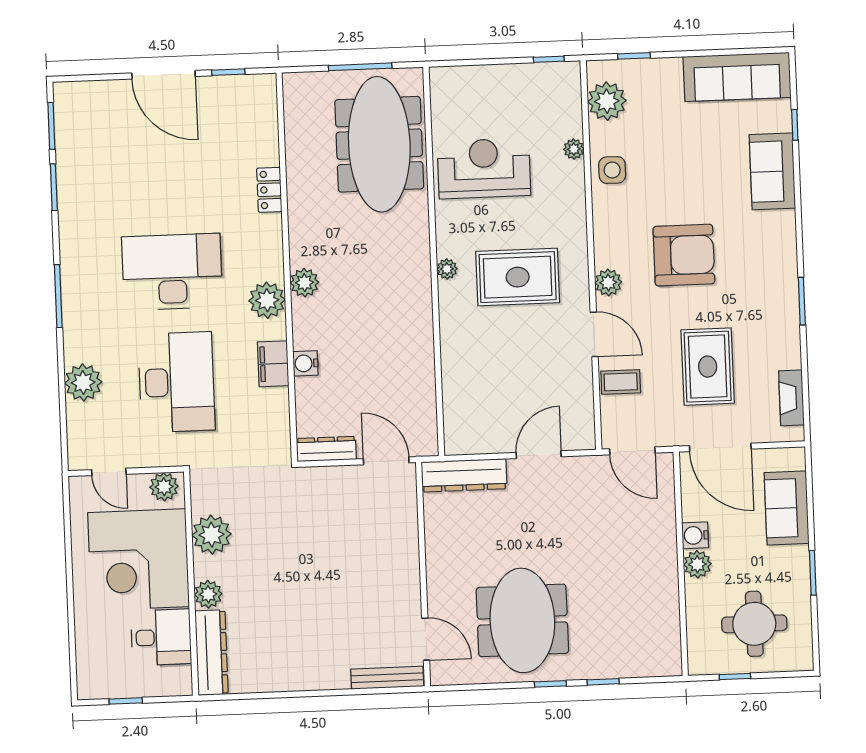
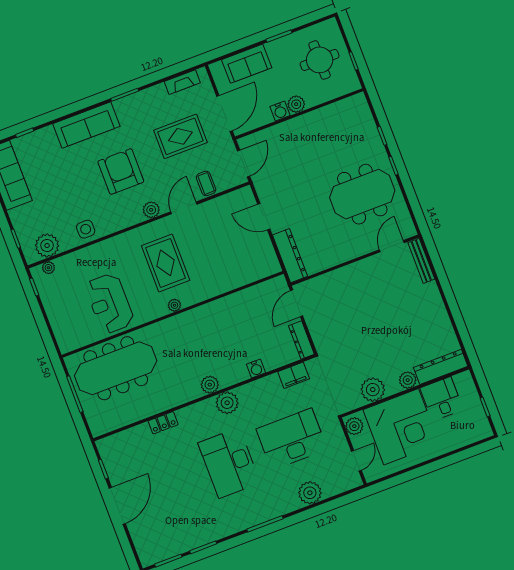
plant: (574, 149) -> (48, 268), moved
sofa: (772, 171) -> (86, 125), moved, width x1.36
filing cabinet: (273, 364) -> (294, 375), moved

